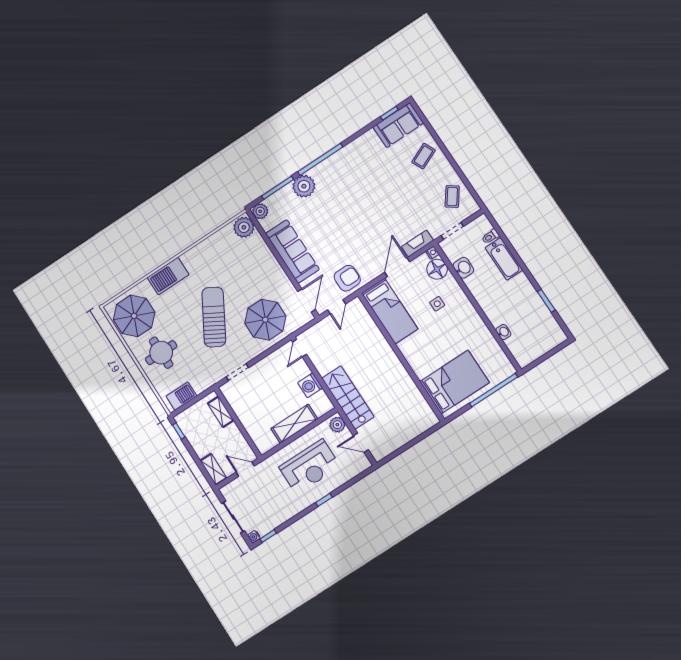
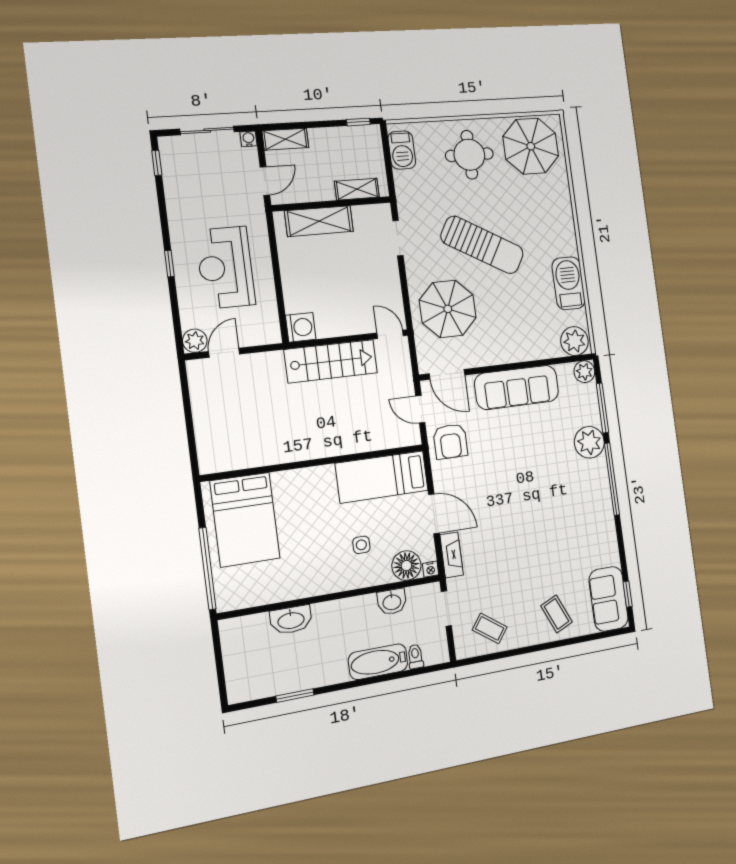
barbecue: (168, 276) -> (569, 283), moved
washbasin: (503, 332) -> (291, 620), width x1.91, depth x1.45
washing machine: (310, 385) -> (301, 327), moved, turned 90
stairs: (348, 397) -> (331, 361), moved
shelving: (294, 424) -> (319, 221), moved, turned 90
plant: (337, 425) -> (195, 341), moved
water cooler: (254, 537) -> (249, 139), moved

